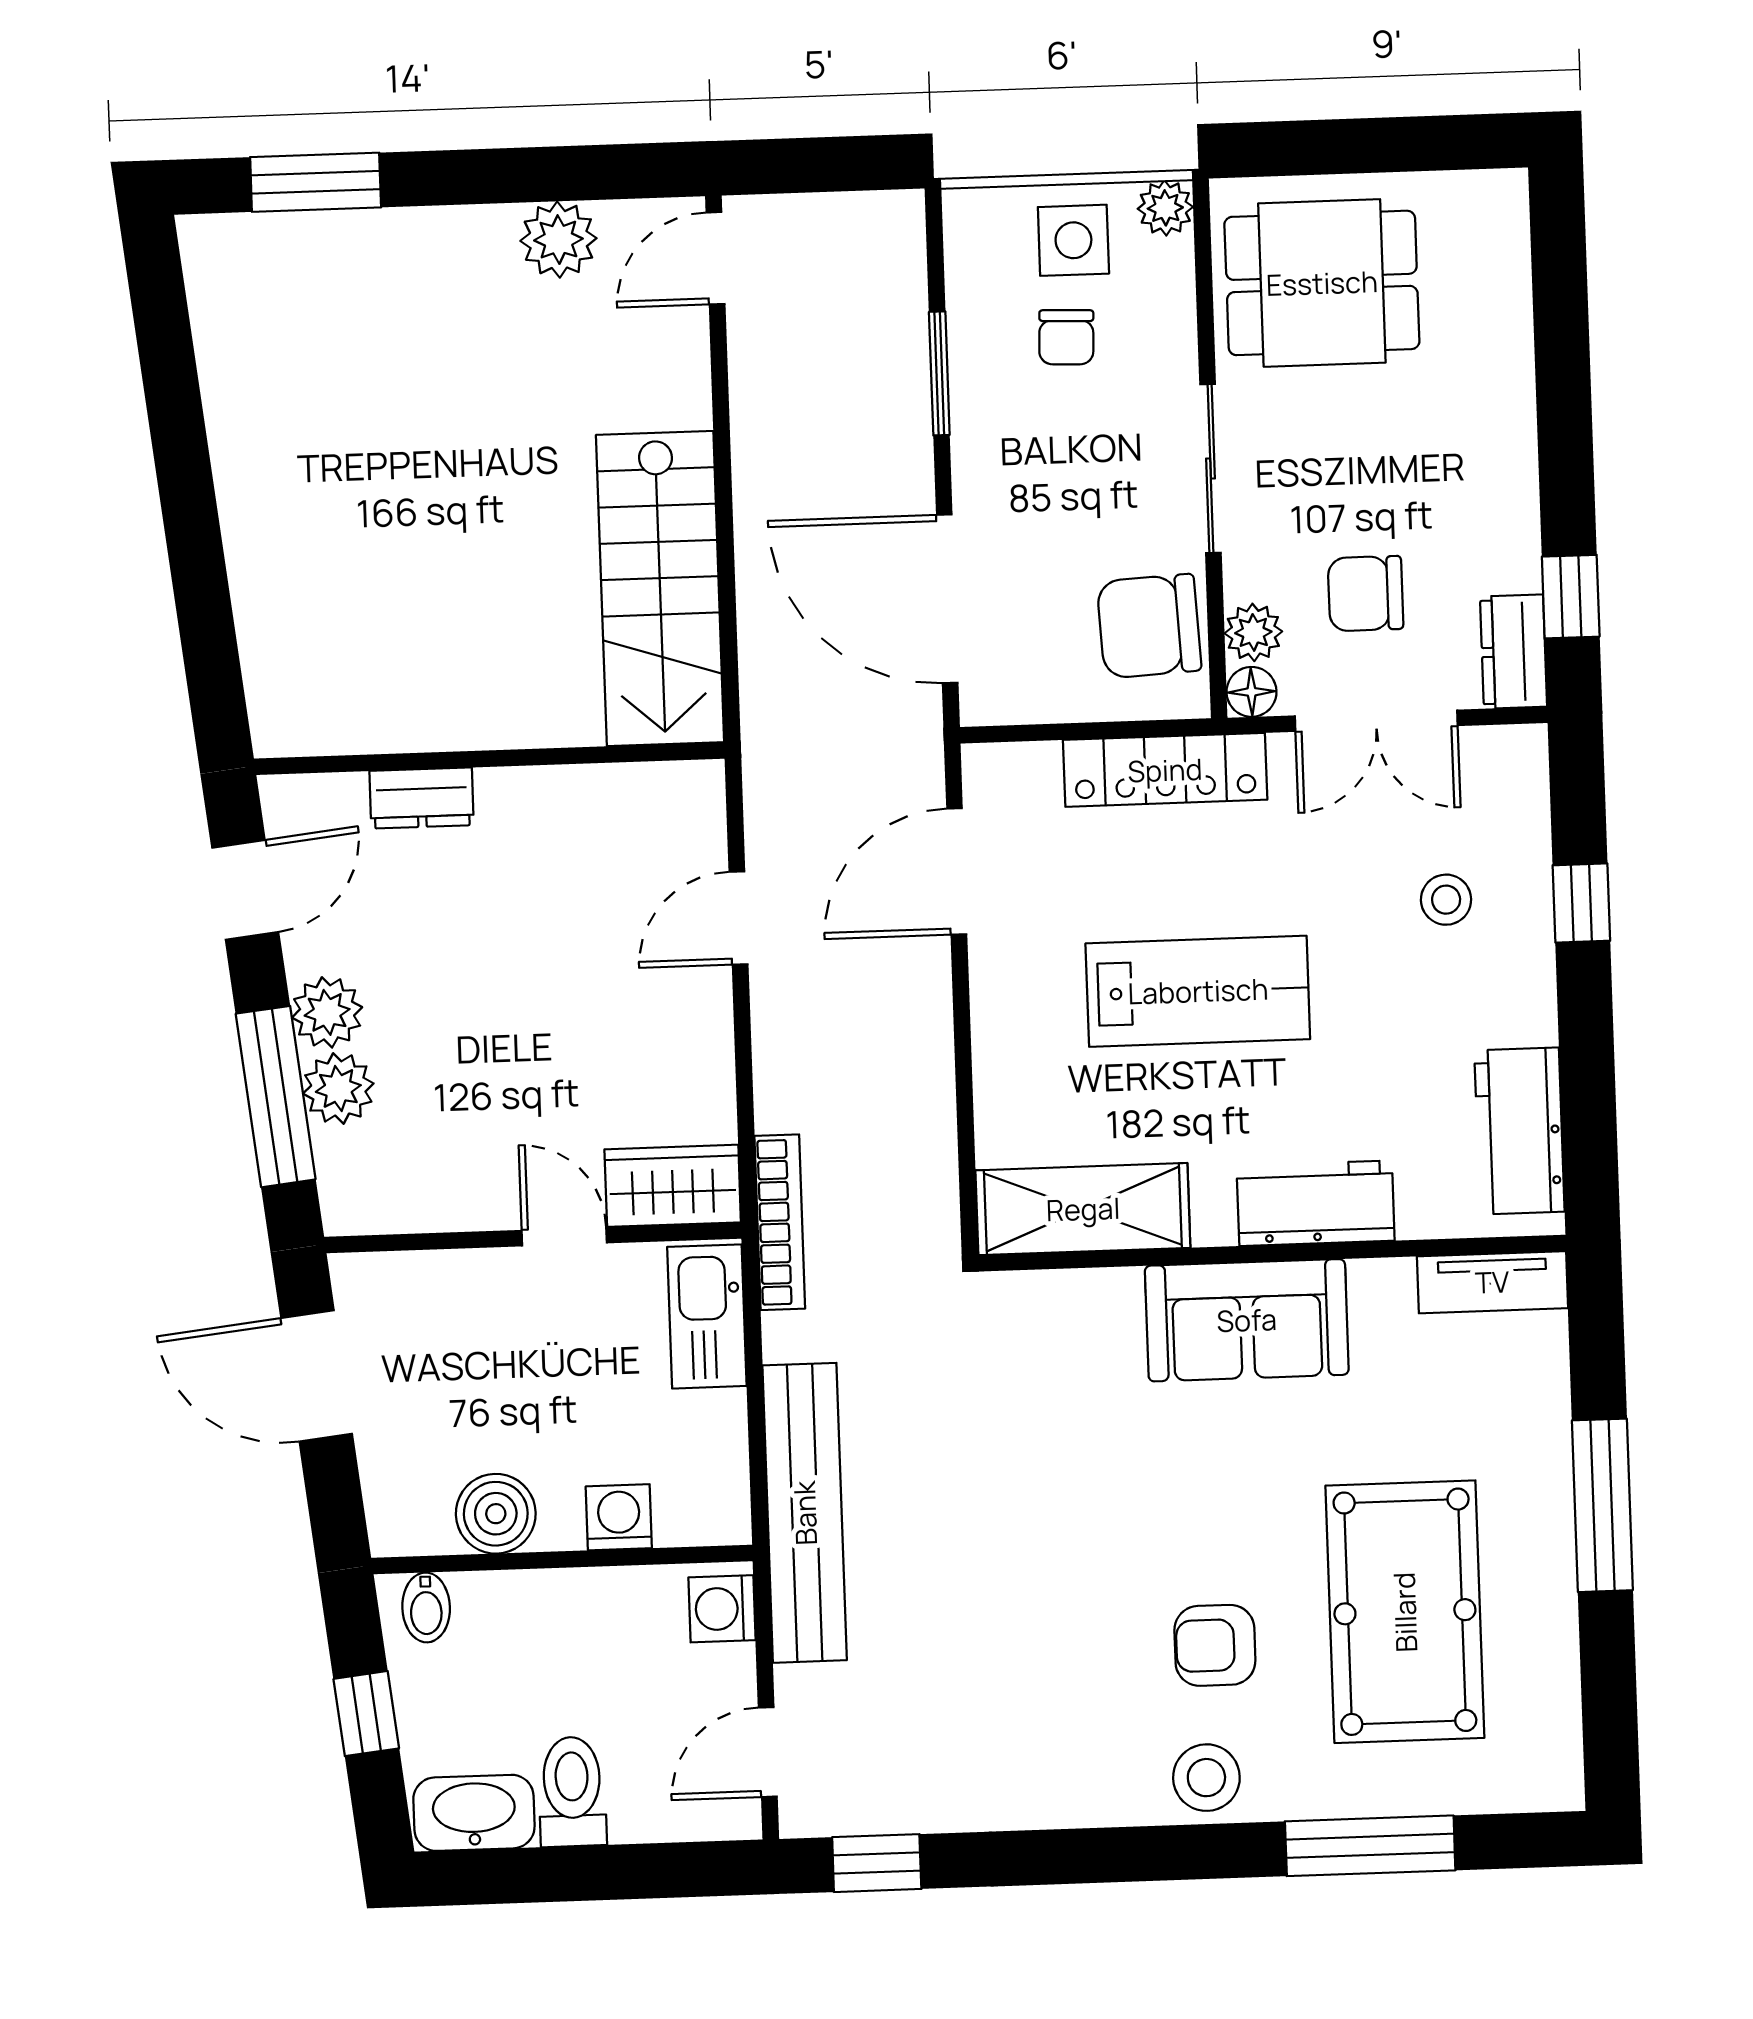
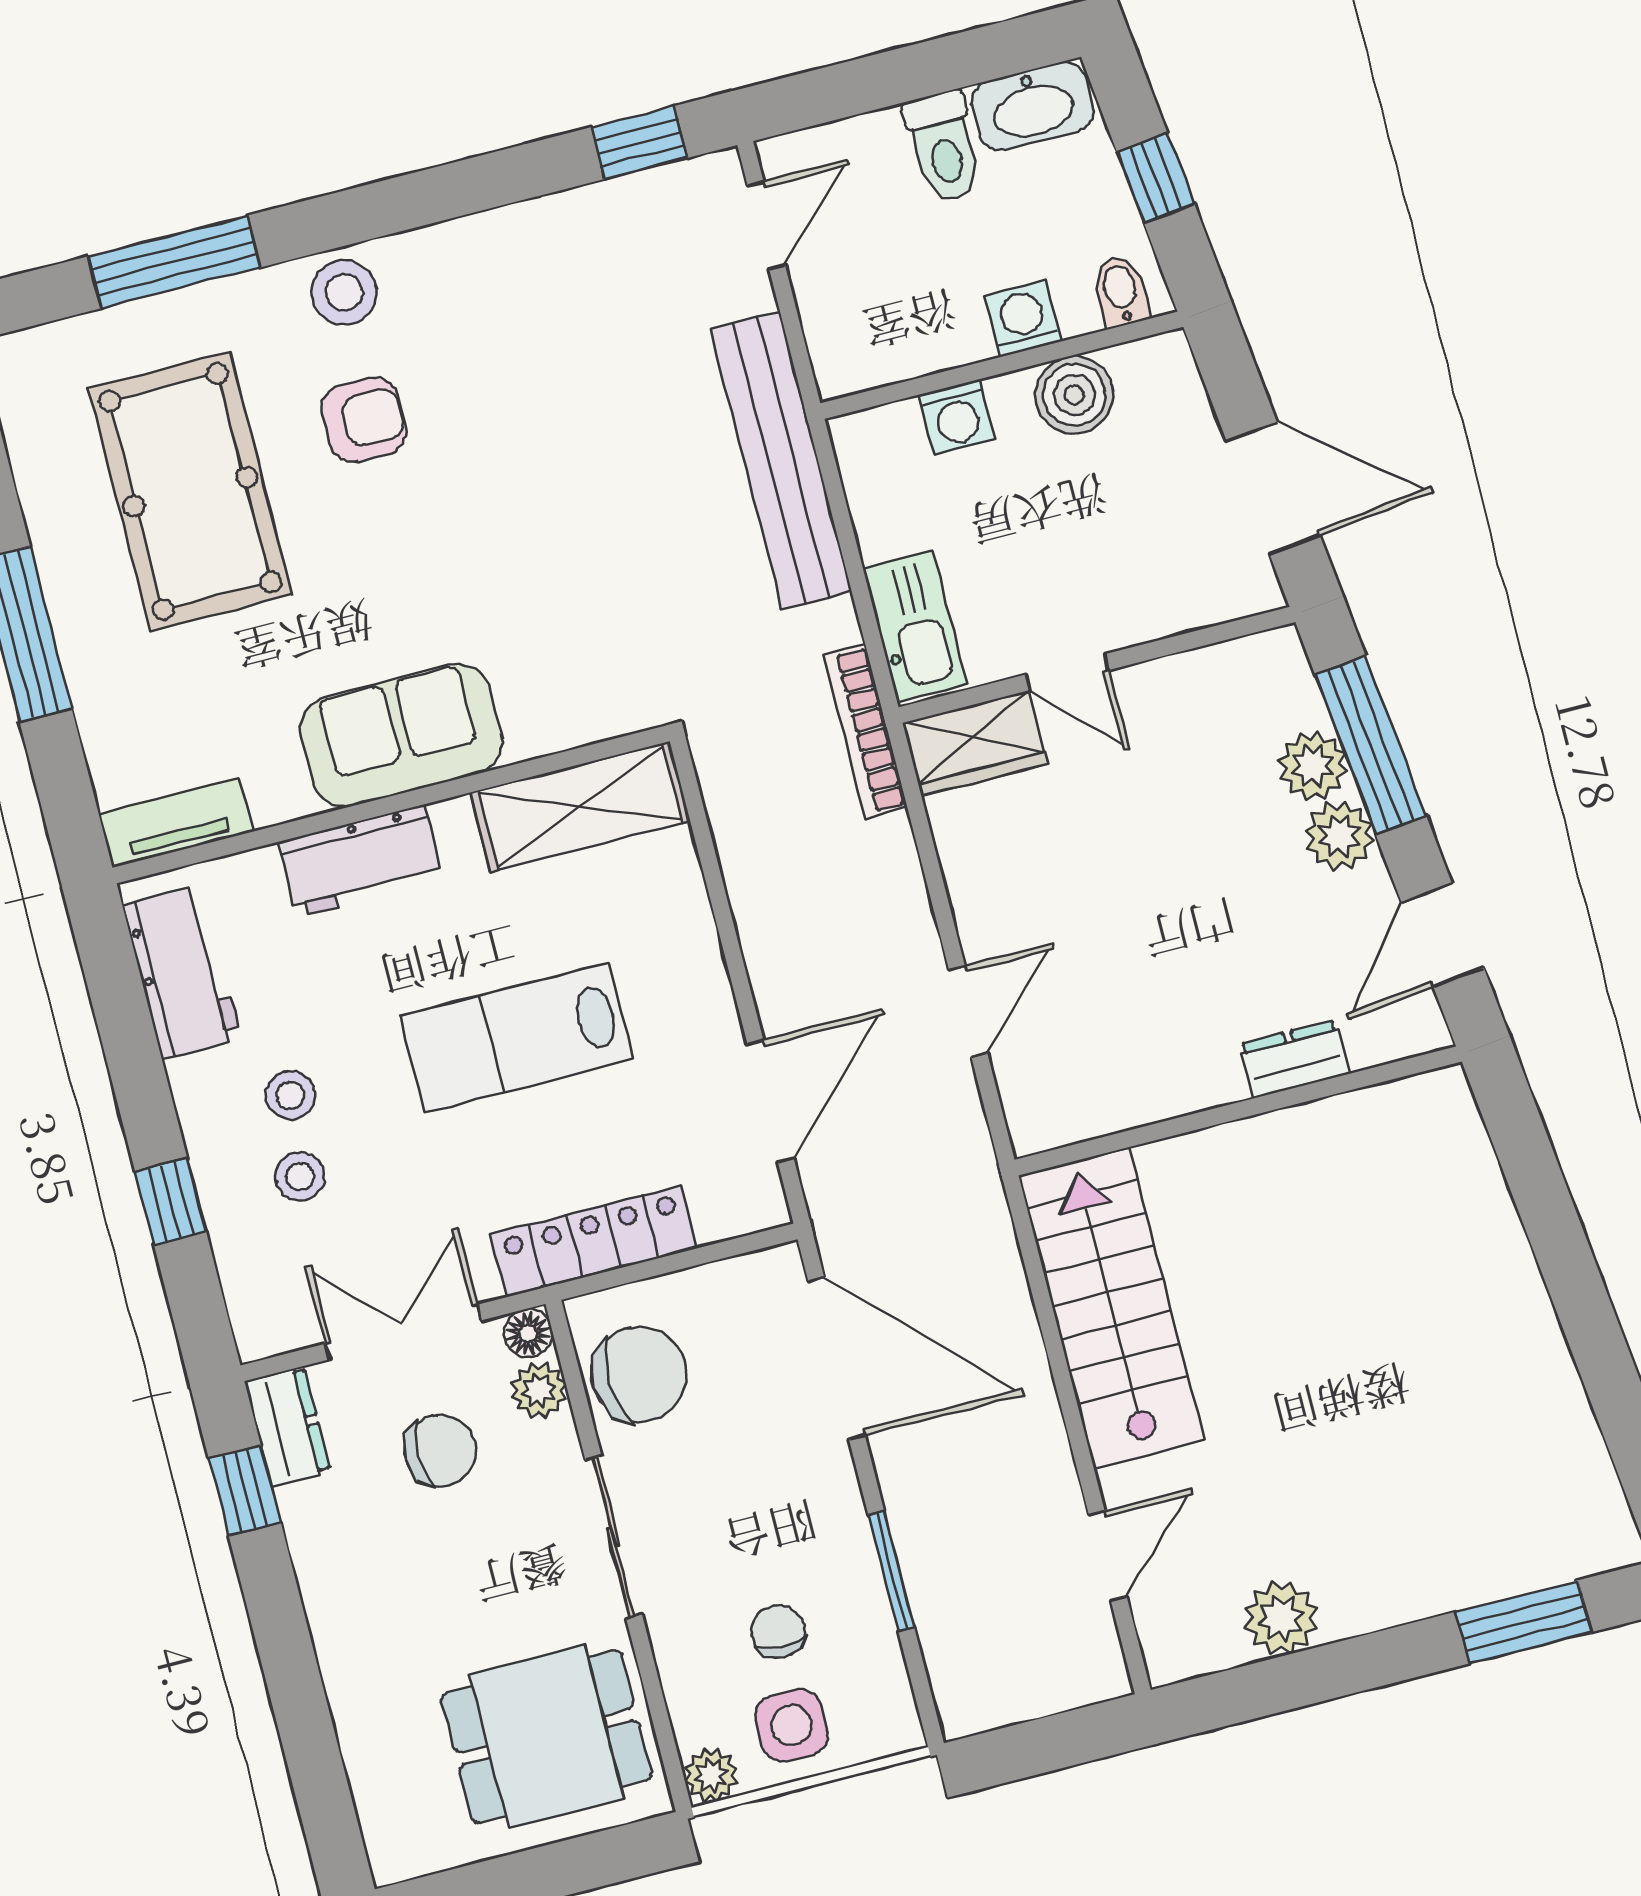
door: (716, 258) -> (1108, 1556), moved
stool: (1438, 983) -> (290, 1095), added
washing machine: (722, 1609) -> (1023, 319), moved, turned -90

